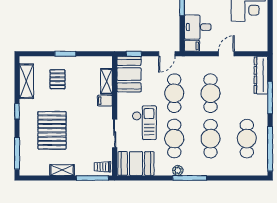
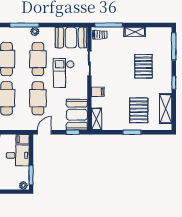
pallet: (57, 79) -> (139, 110), width x1.50, depth x1.42
shelving: (106, 81) -> (96, 119), moved
pallet: (52, 130) -> (143, 66), width x0.73, depth x0.71

